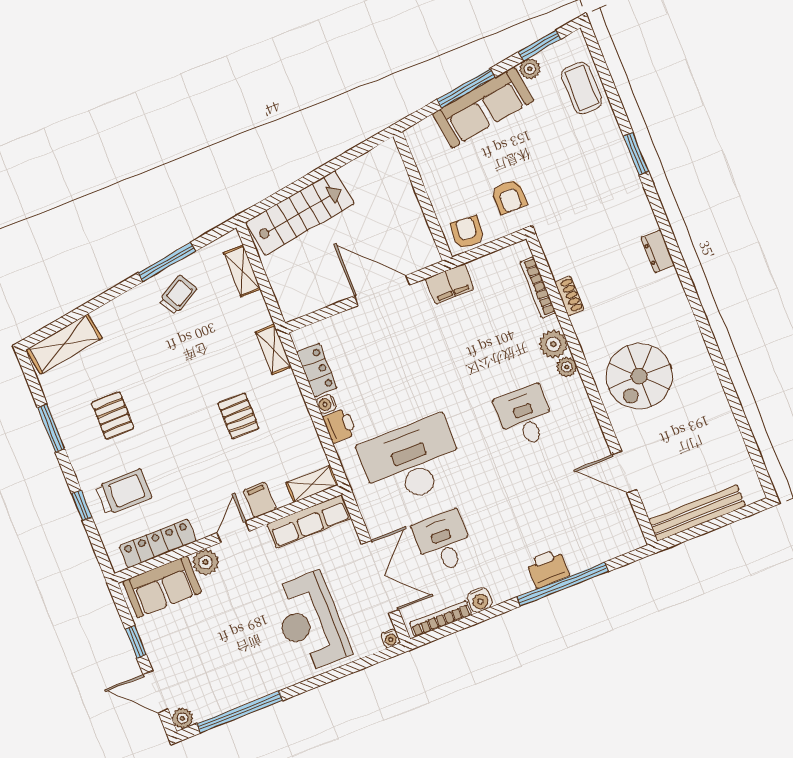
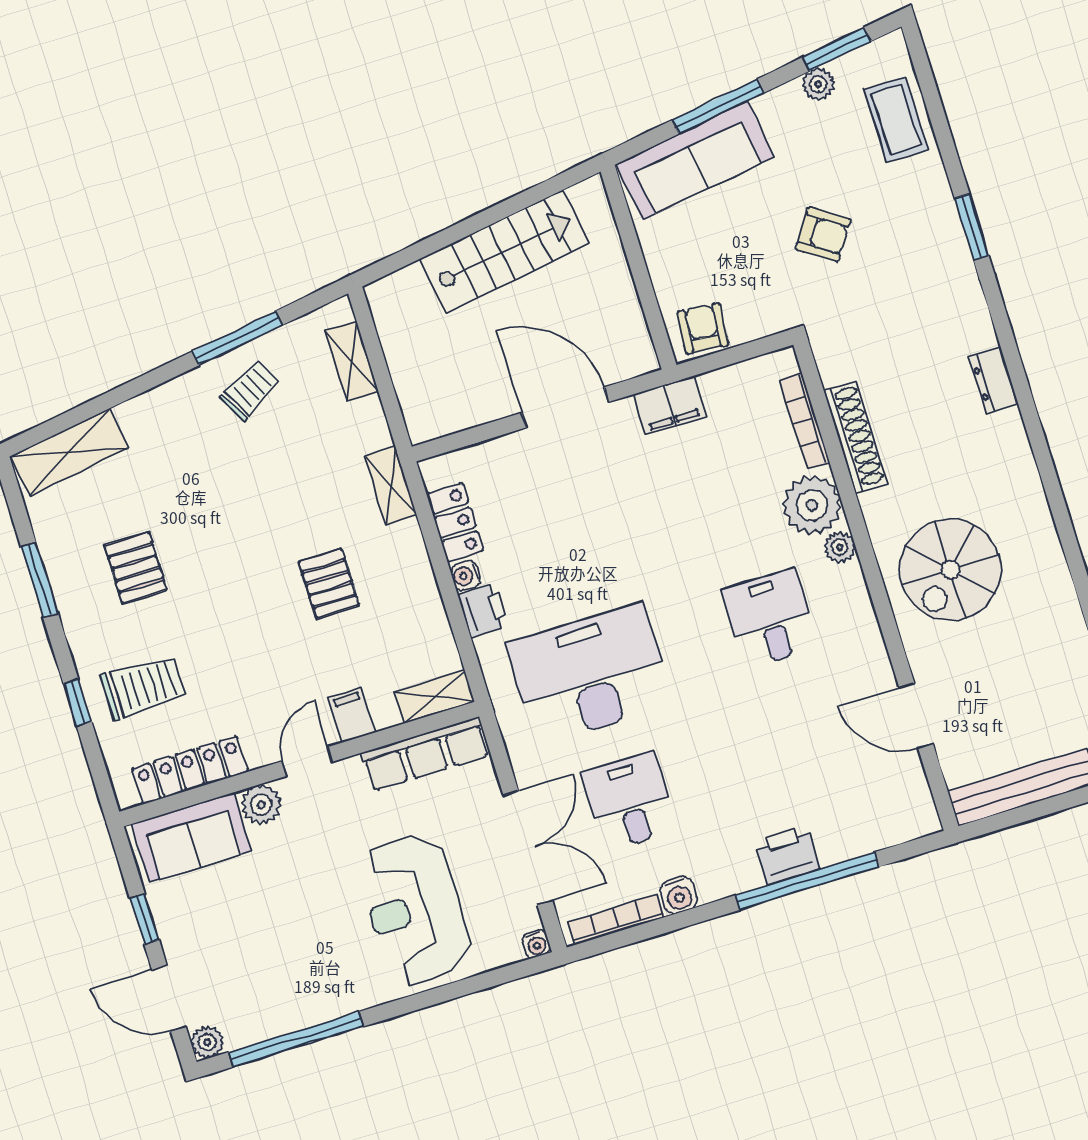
sofa: (483, 107) -> (695, 161), moved
armchair: (509, 197) -> (823, 234), moved, turned -56
stairs: (300, 213) -> (504, 251), moved
shoe rack: (569, 296) -> (855, 437), width x1.94, depth x1.24
plant: (553, 344) -> (812, 505), width x1.36, depth x1.36

